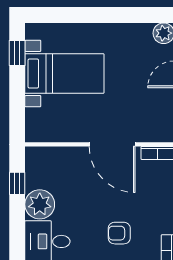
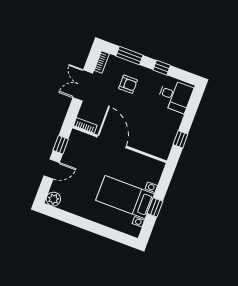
window: (17, 53) -> (155, 207), moved
plant: (40, 204) -> (171, 121), removed

